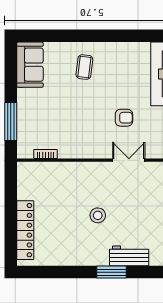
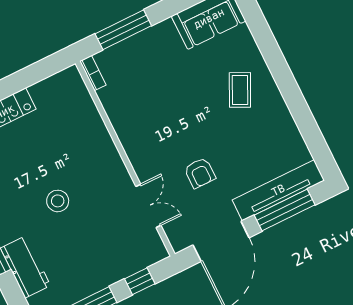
coffee table: (84, 67) -> (240, 90), turned -71
bookcase: (46, 154) -> (93, 73), moved

